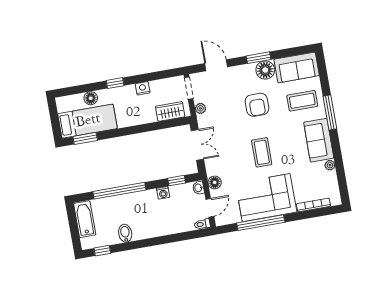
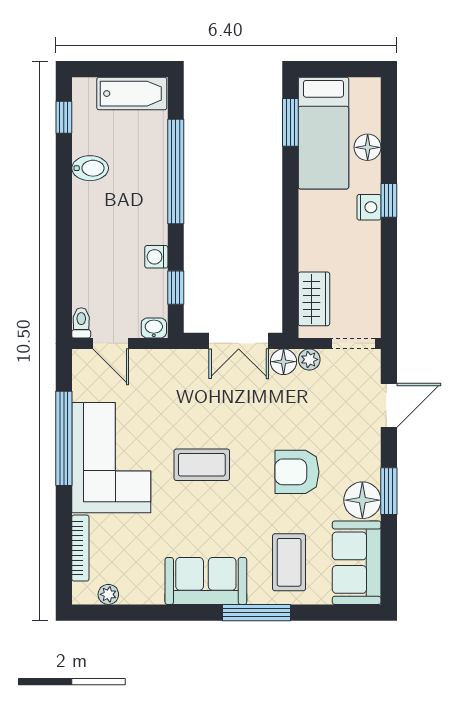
nightstand: (143, 88) -> (369, 207), moved
plant: (330, 165) -> (108, 594), moved
floor lamp: (215, 182) -> (284, 362), moved

